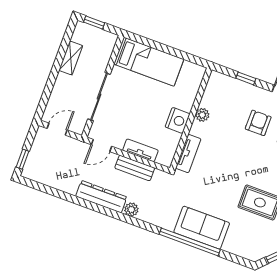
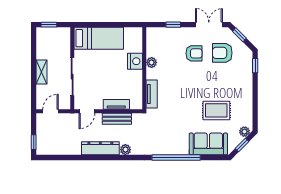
shelving: (71, 58) -> (42, 72), moved
nightstand: (178, 120) -> (135, 61), moved
armchair: (258, 123) -> (194, 53), turned 90
sofa: (202, 228) -> (208, 144), moved

